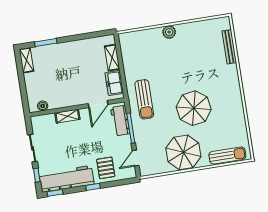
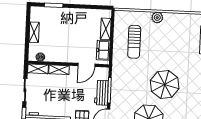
shelving: (27, 60) -> (34, 32), moved
sun lounger: (144, 99) -> (134, 42), moved
shelving: (43, 120) -> (38, 69), added
workbench: (120, 121) -> (101, 93), moved

